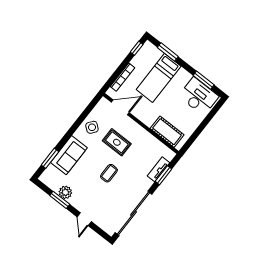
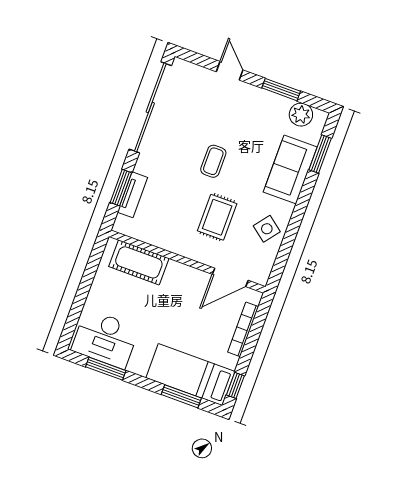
bed: (159, 78) -> (190, 375), moved, turned -90
rug: (117, 142) -> (217, 217), turned 90
plant: (65, 192) -> (301, 115), moved

